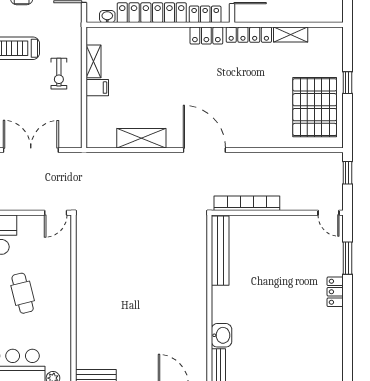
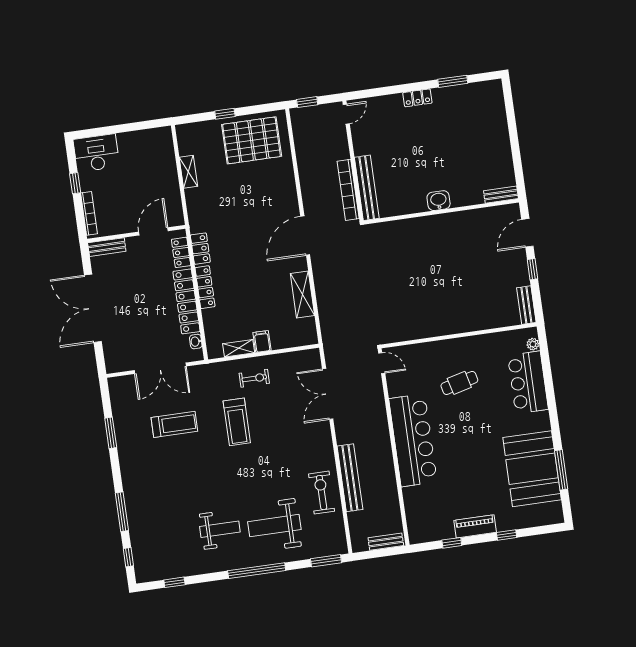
locker: (249, 35) -> (205, 287), moved
bench: (220, 251) -> (367, 188), moved, turned 90
window: (347, 258) -> (453, 81), moved
washbasin: (222, 335) -> (439, 201), moved

